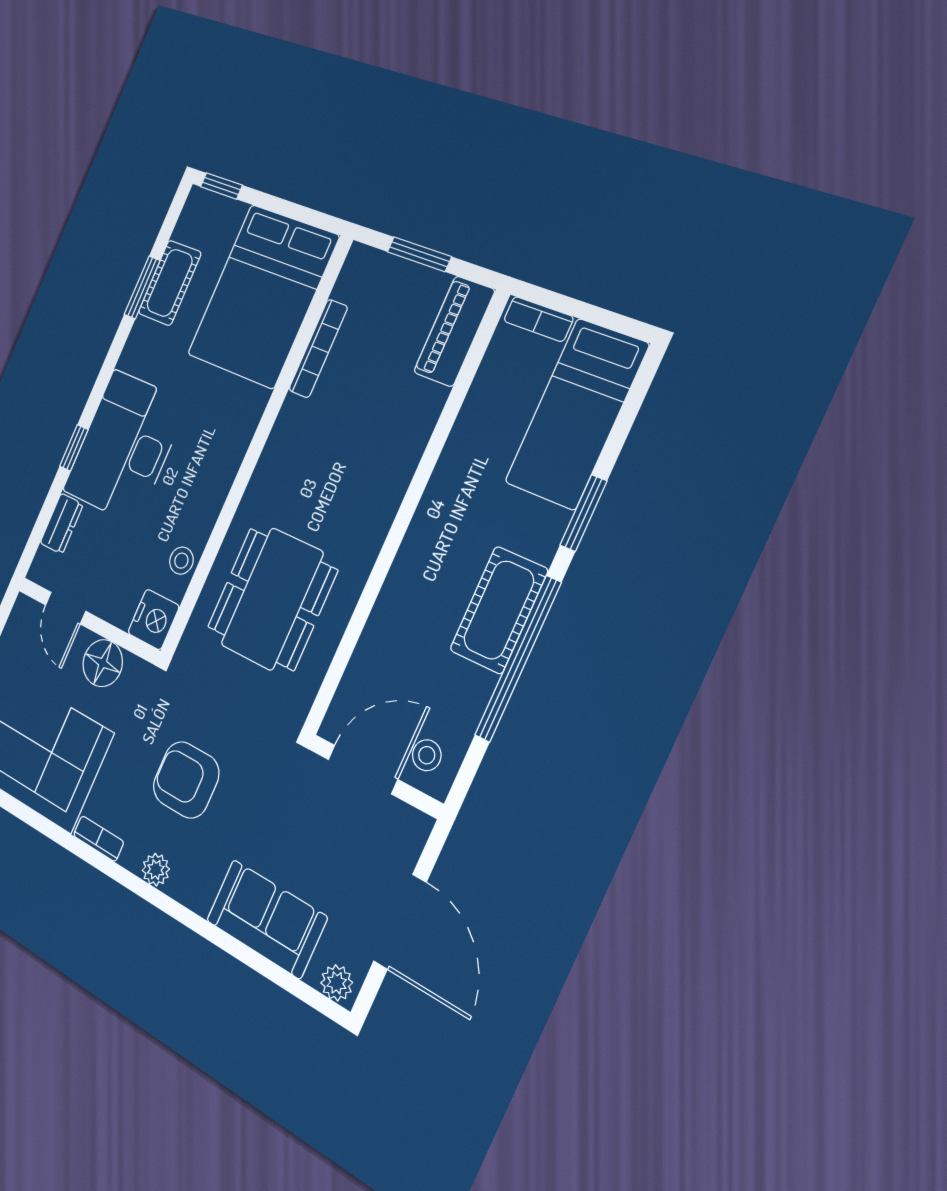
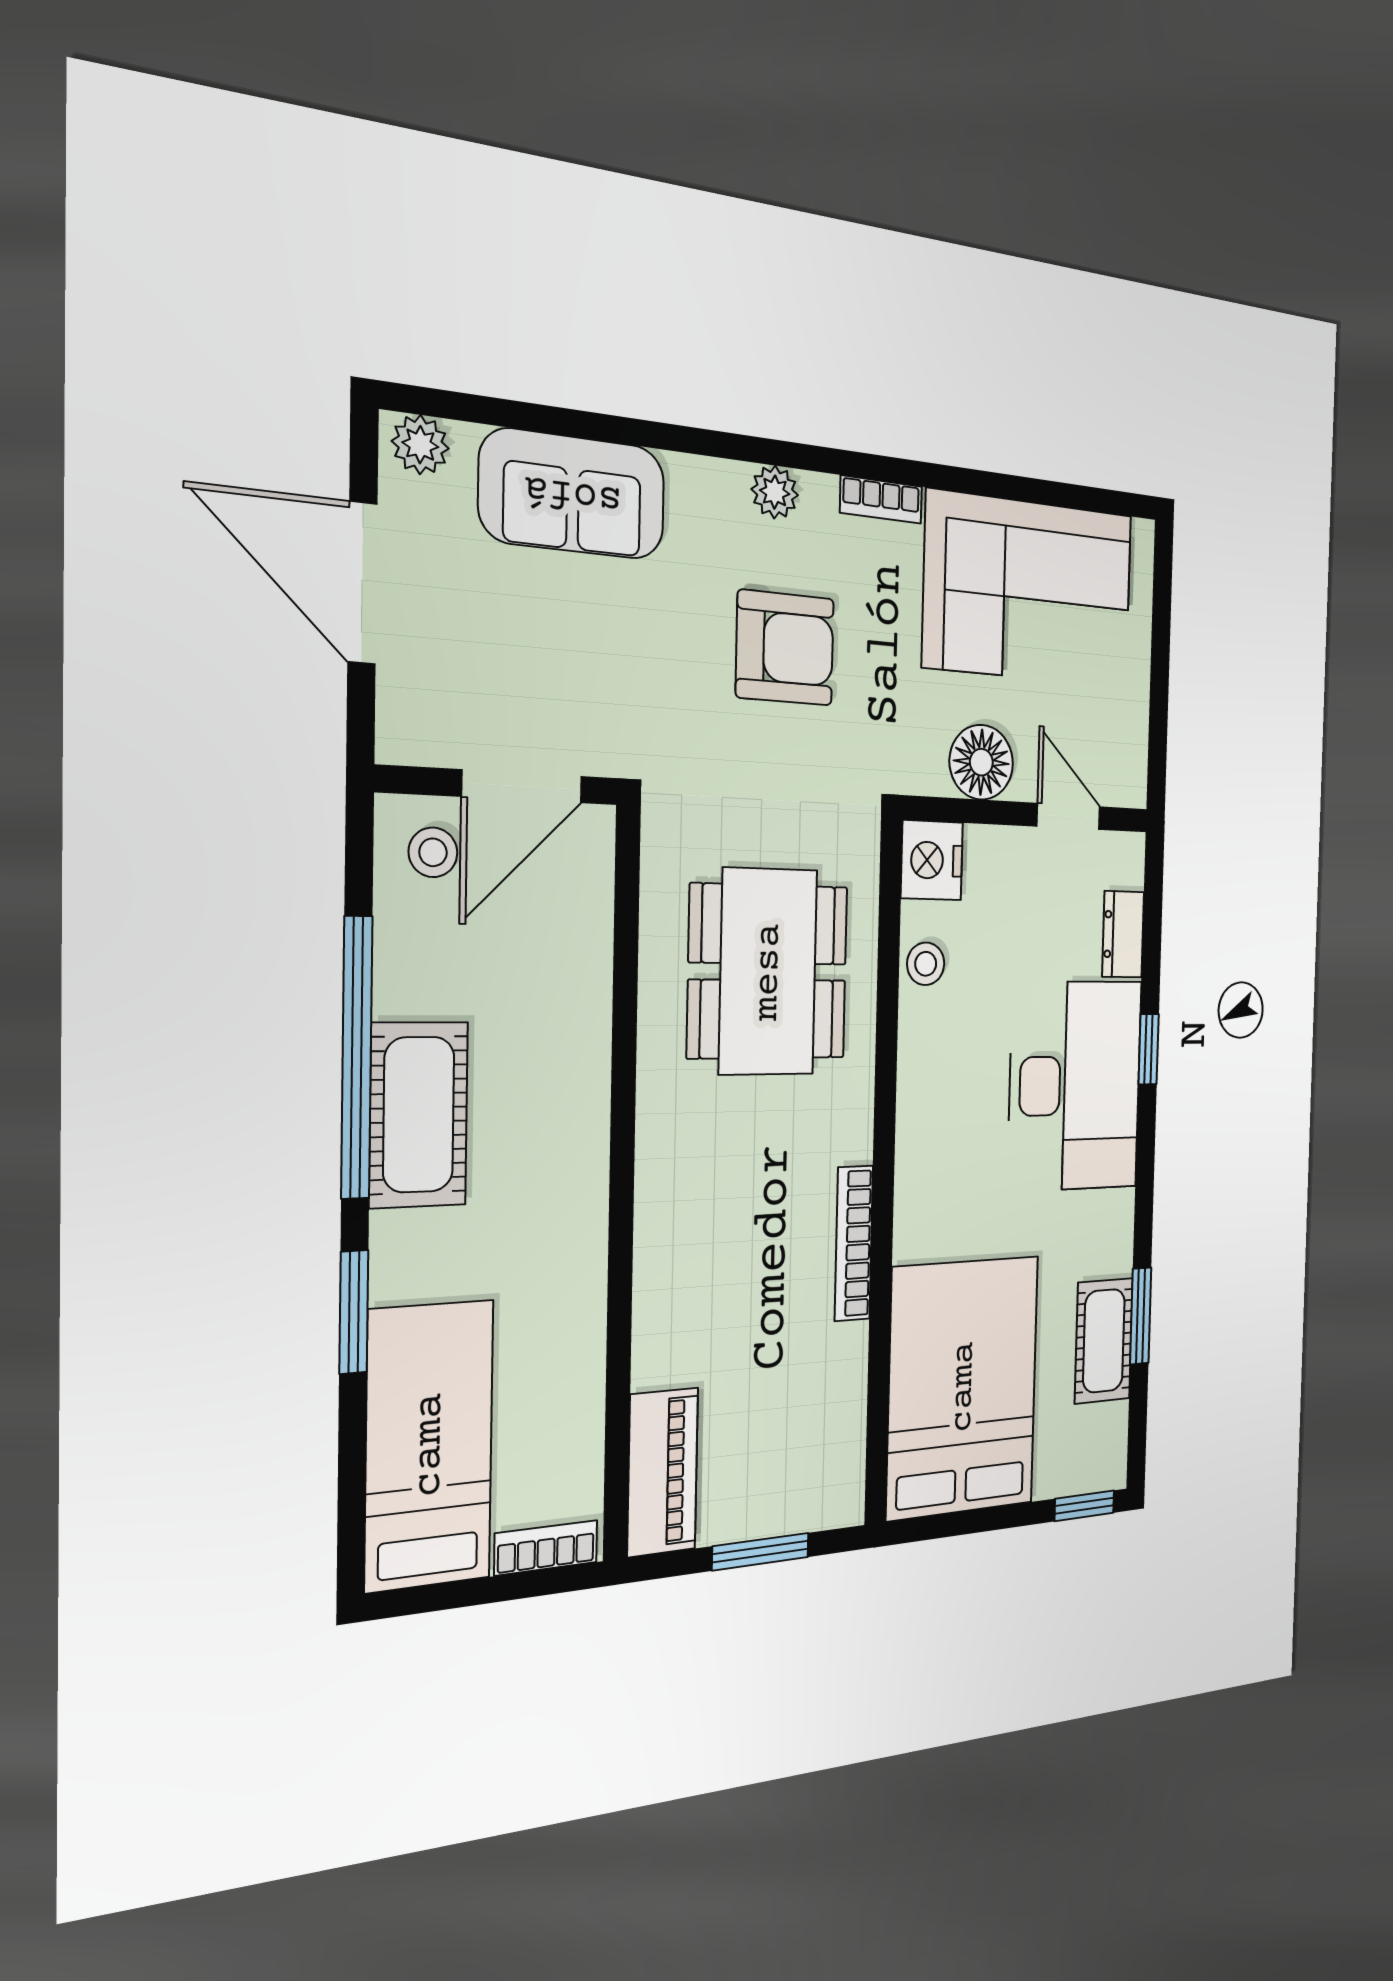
bookcase: (318, 349) -> (854, 1243), moved

